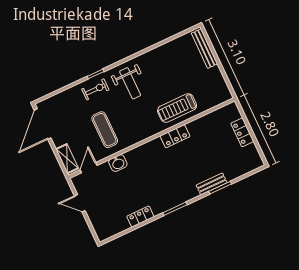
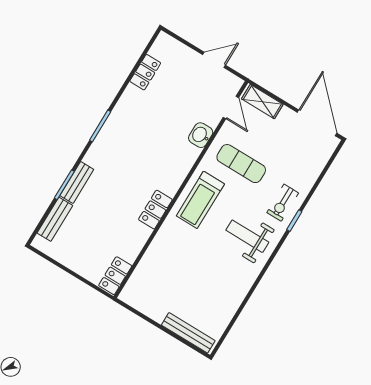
treadmill: (177, 108) -> (200, 200), moved, turned 180
locker: (242, 132) -> (115, 276), moved, turned -90
bench: (240, 171) -> (55, 219), added
locker: (140, 217) -> (145, 72), moved

